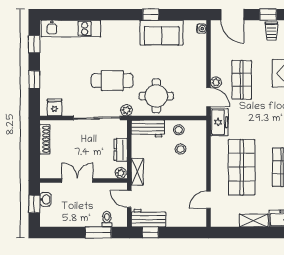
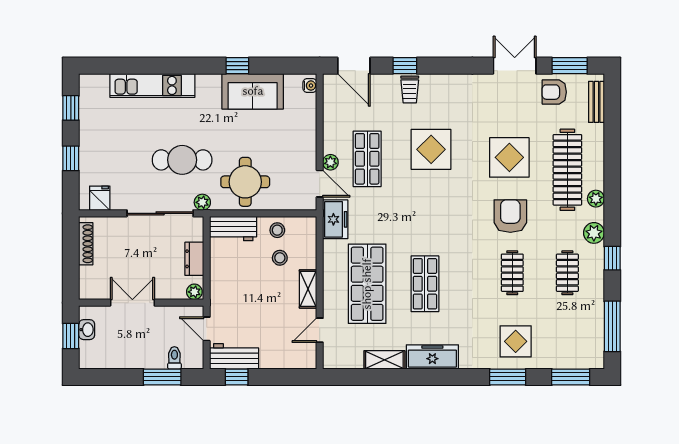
kitchen unit: (71, 29) -> (152, 85), moved
shelving: (137, 172) -> (308, 289), moved

